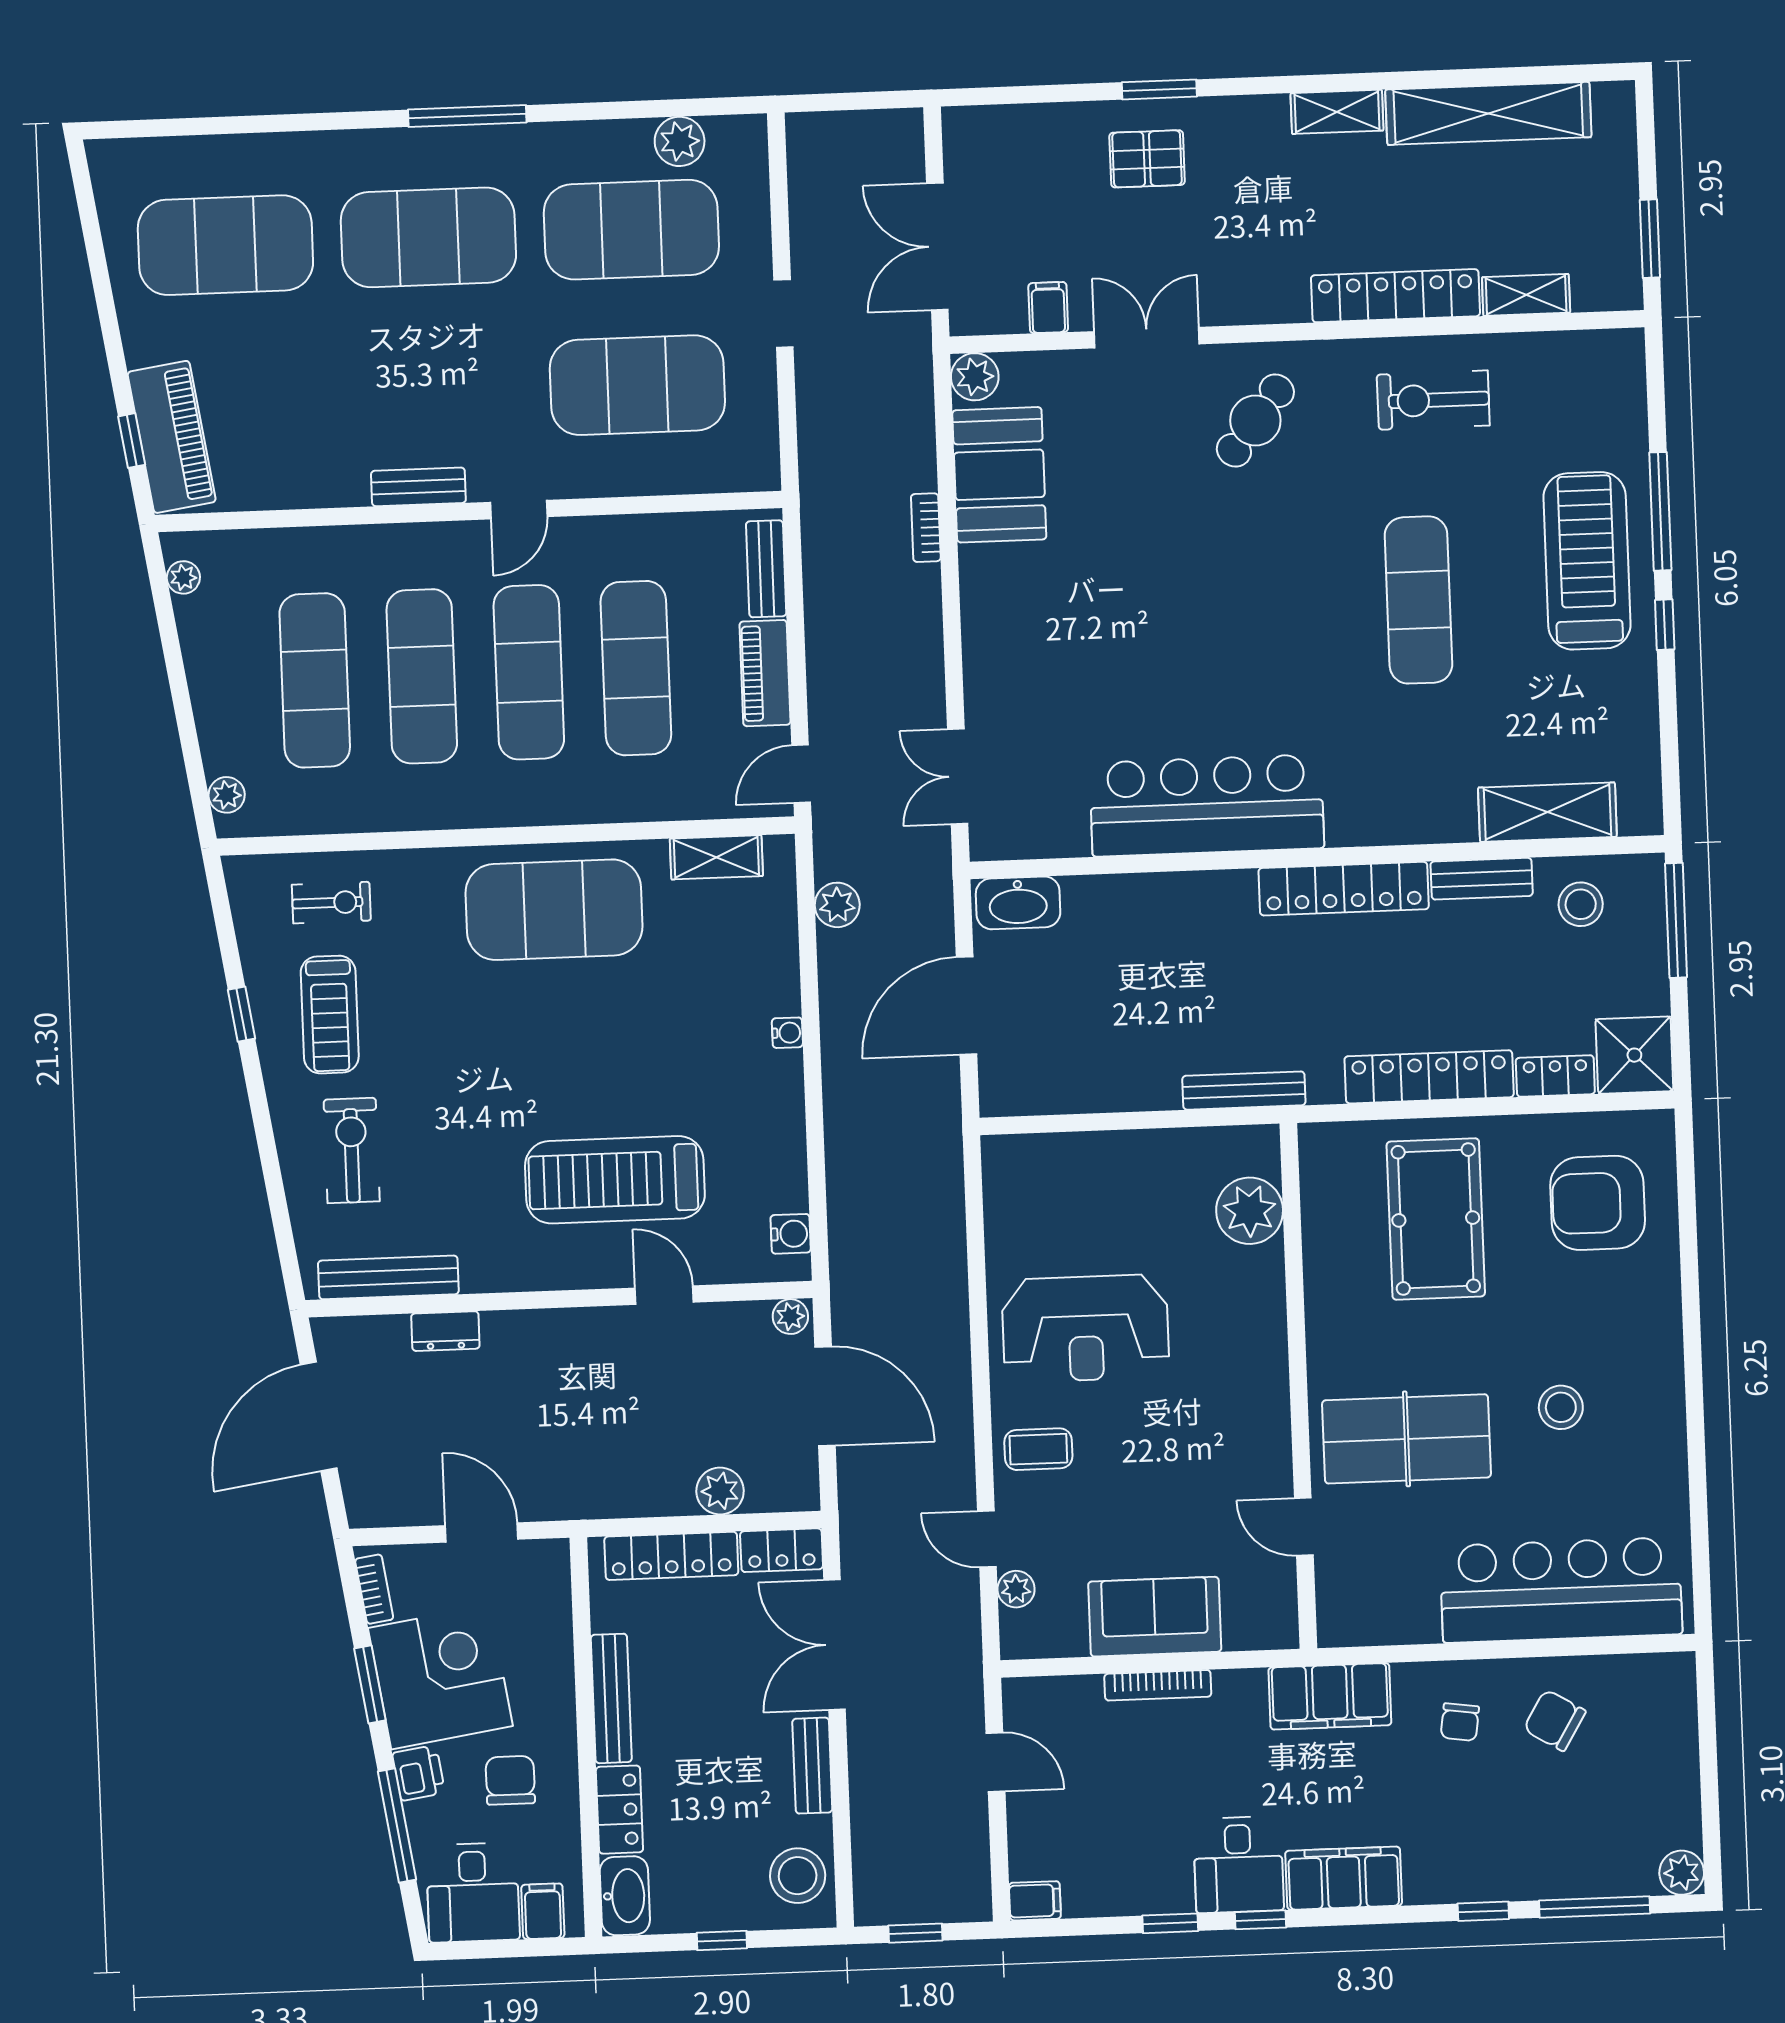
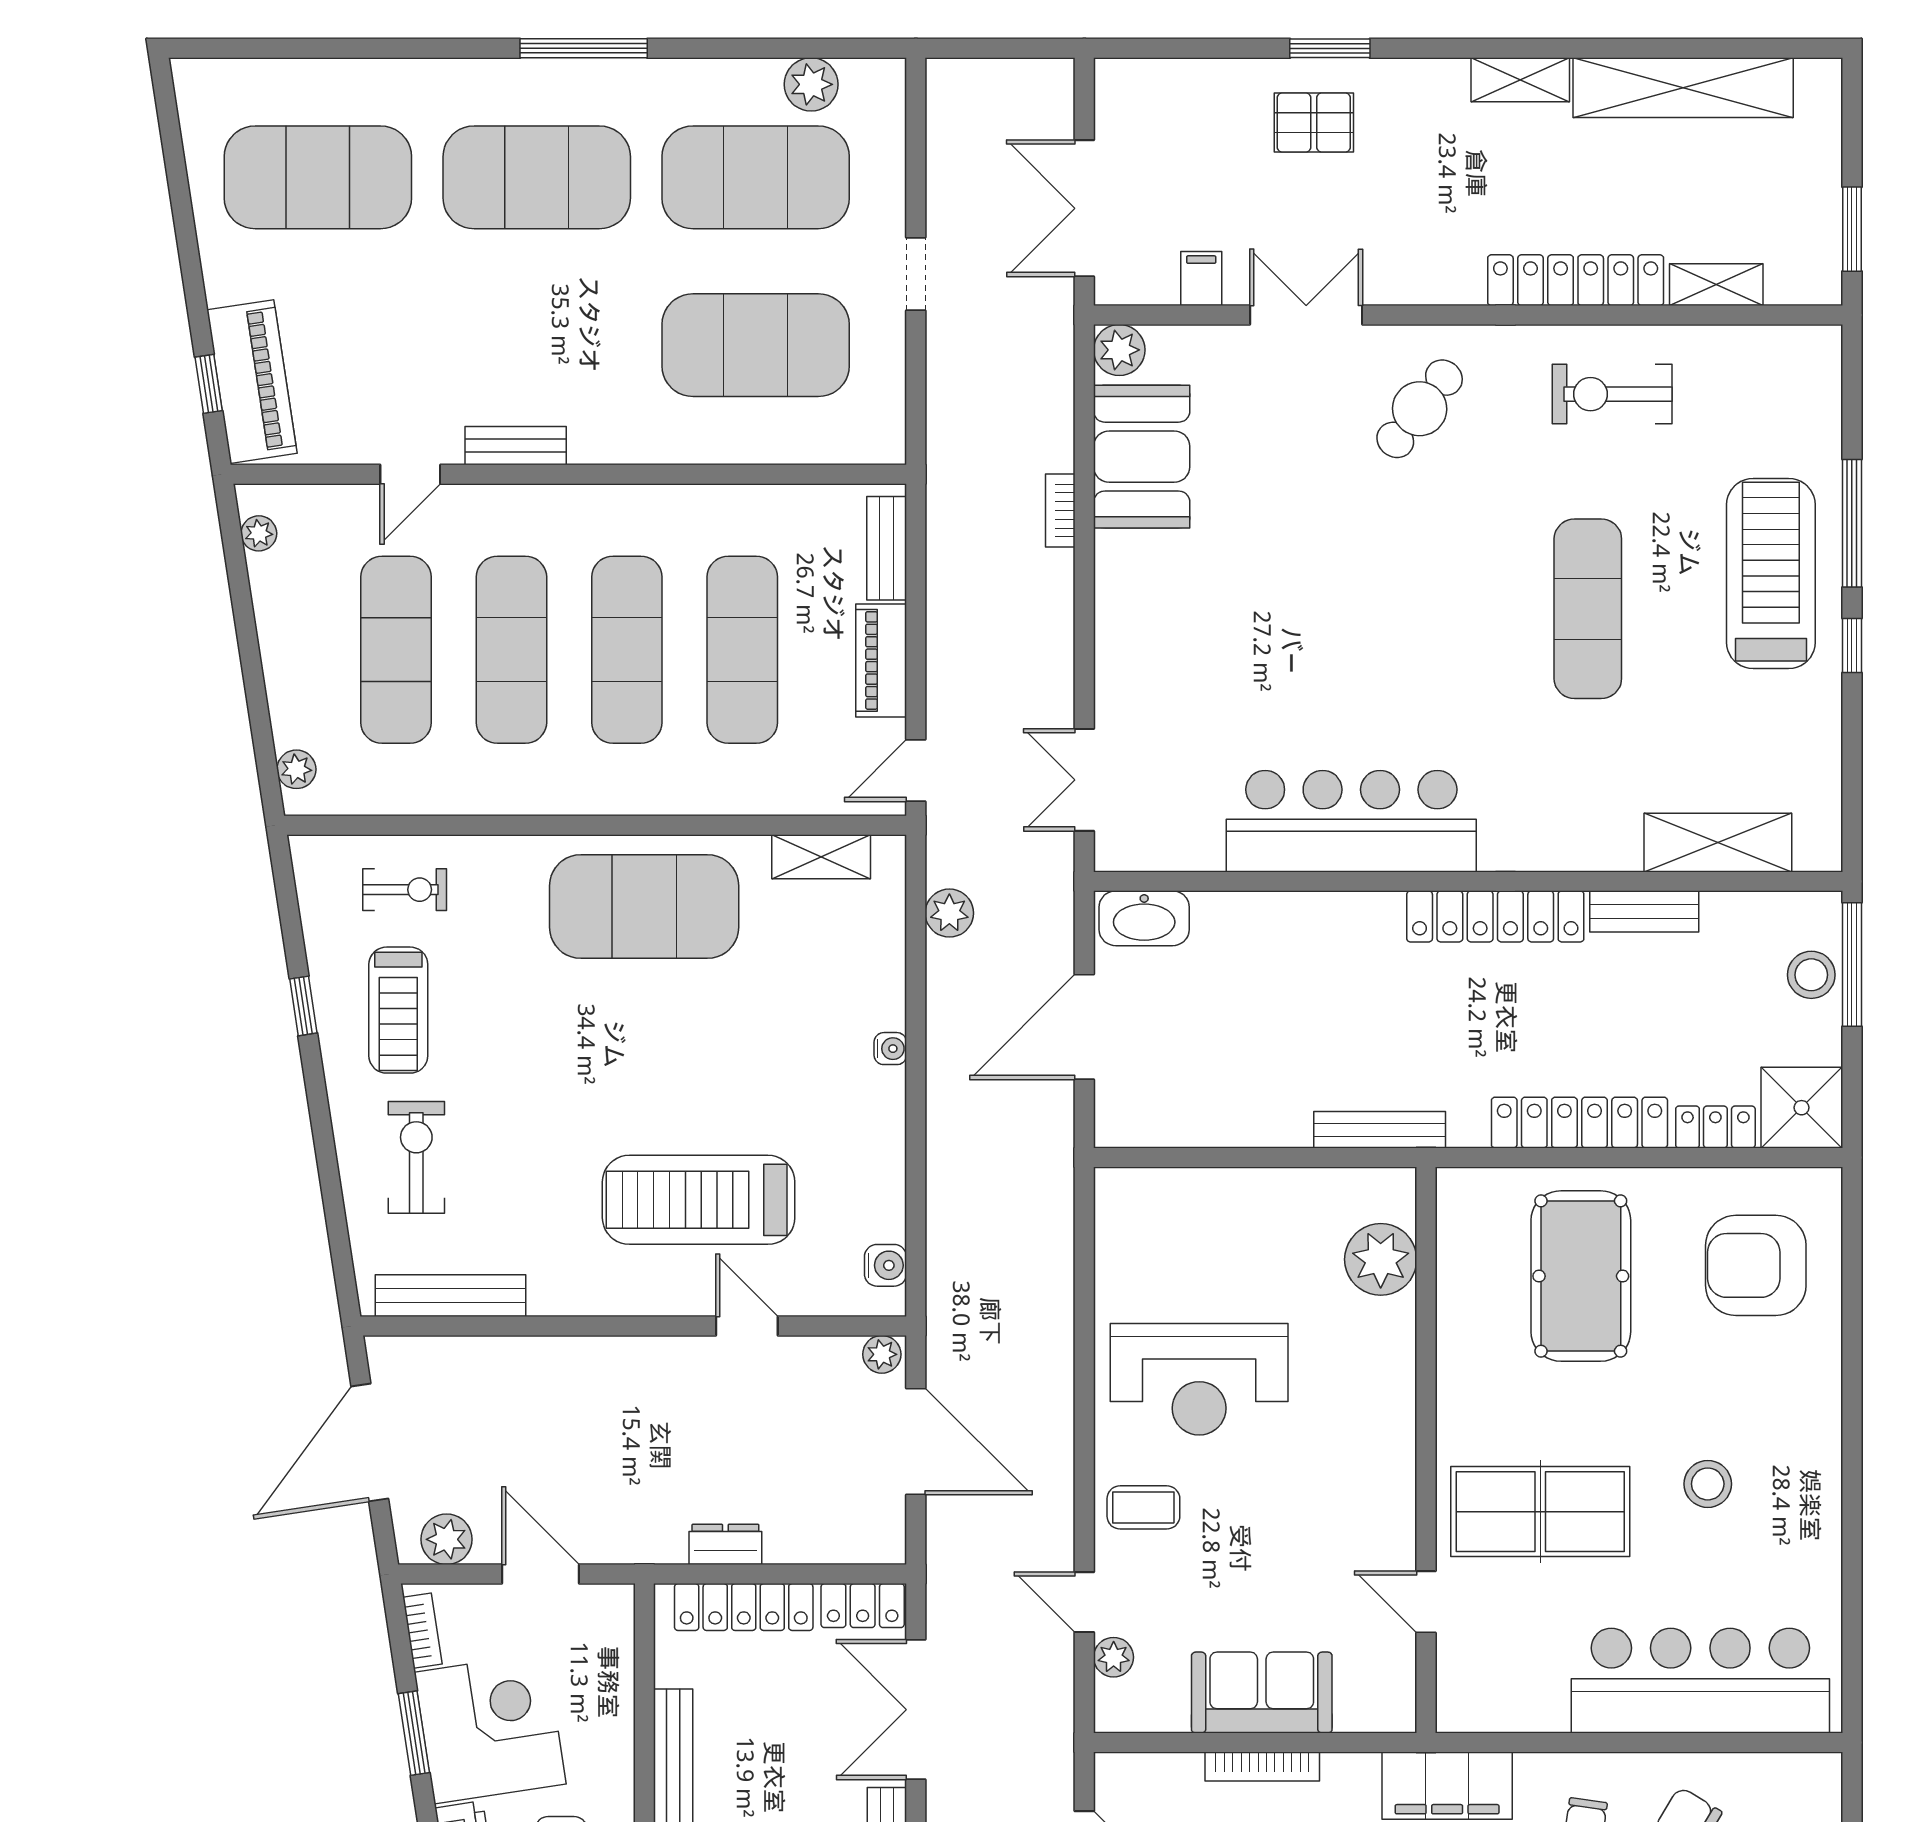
door: (519, 510) -> (410, 474), moved
stool: (1581, 904) -> (1811, 975), moved
dresser: (445, 1331) -> (725, 1544), moved, turned 180
plant: (720, 1491) -> (447, 1539), moved

